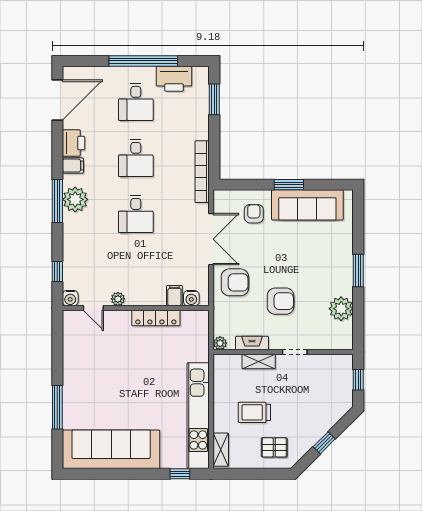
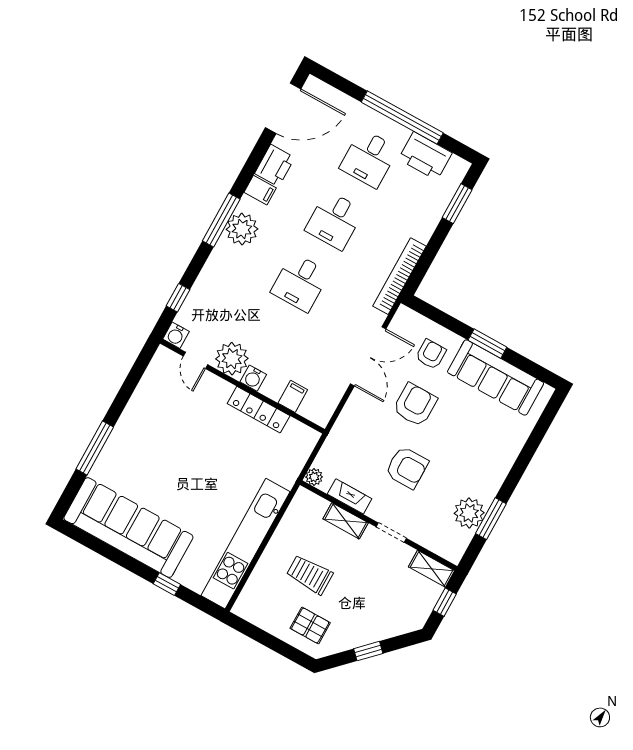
window: (358, 270) -> (491, 519), moved
armchair: (235, 282) -> (415, 405), moved, turned -90
water cooler: (191, 298) -> (253, 378), moved
plant: (118, 299) -> (232, 359), width x1.88, depth x1.88
shelving: (221, 450) -> (432, 569), moved, turned 90
window: (180, 474) -> (167, 584), moved

